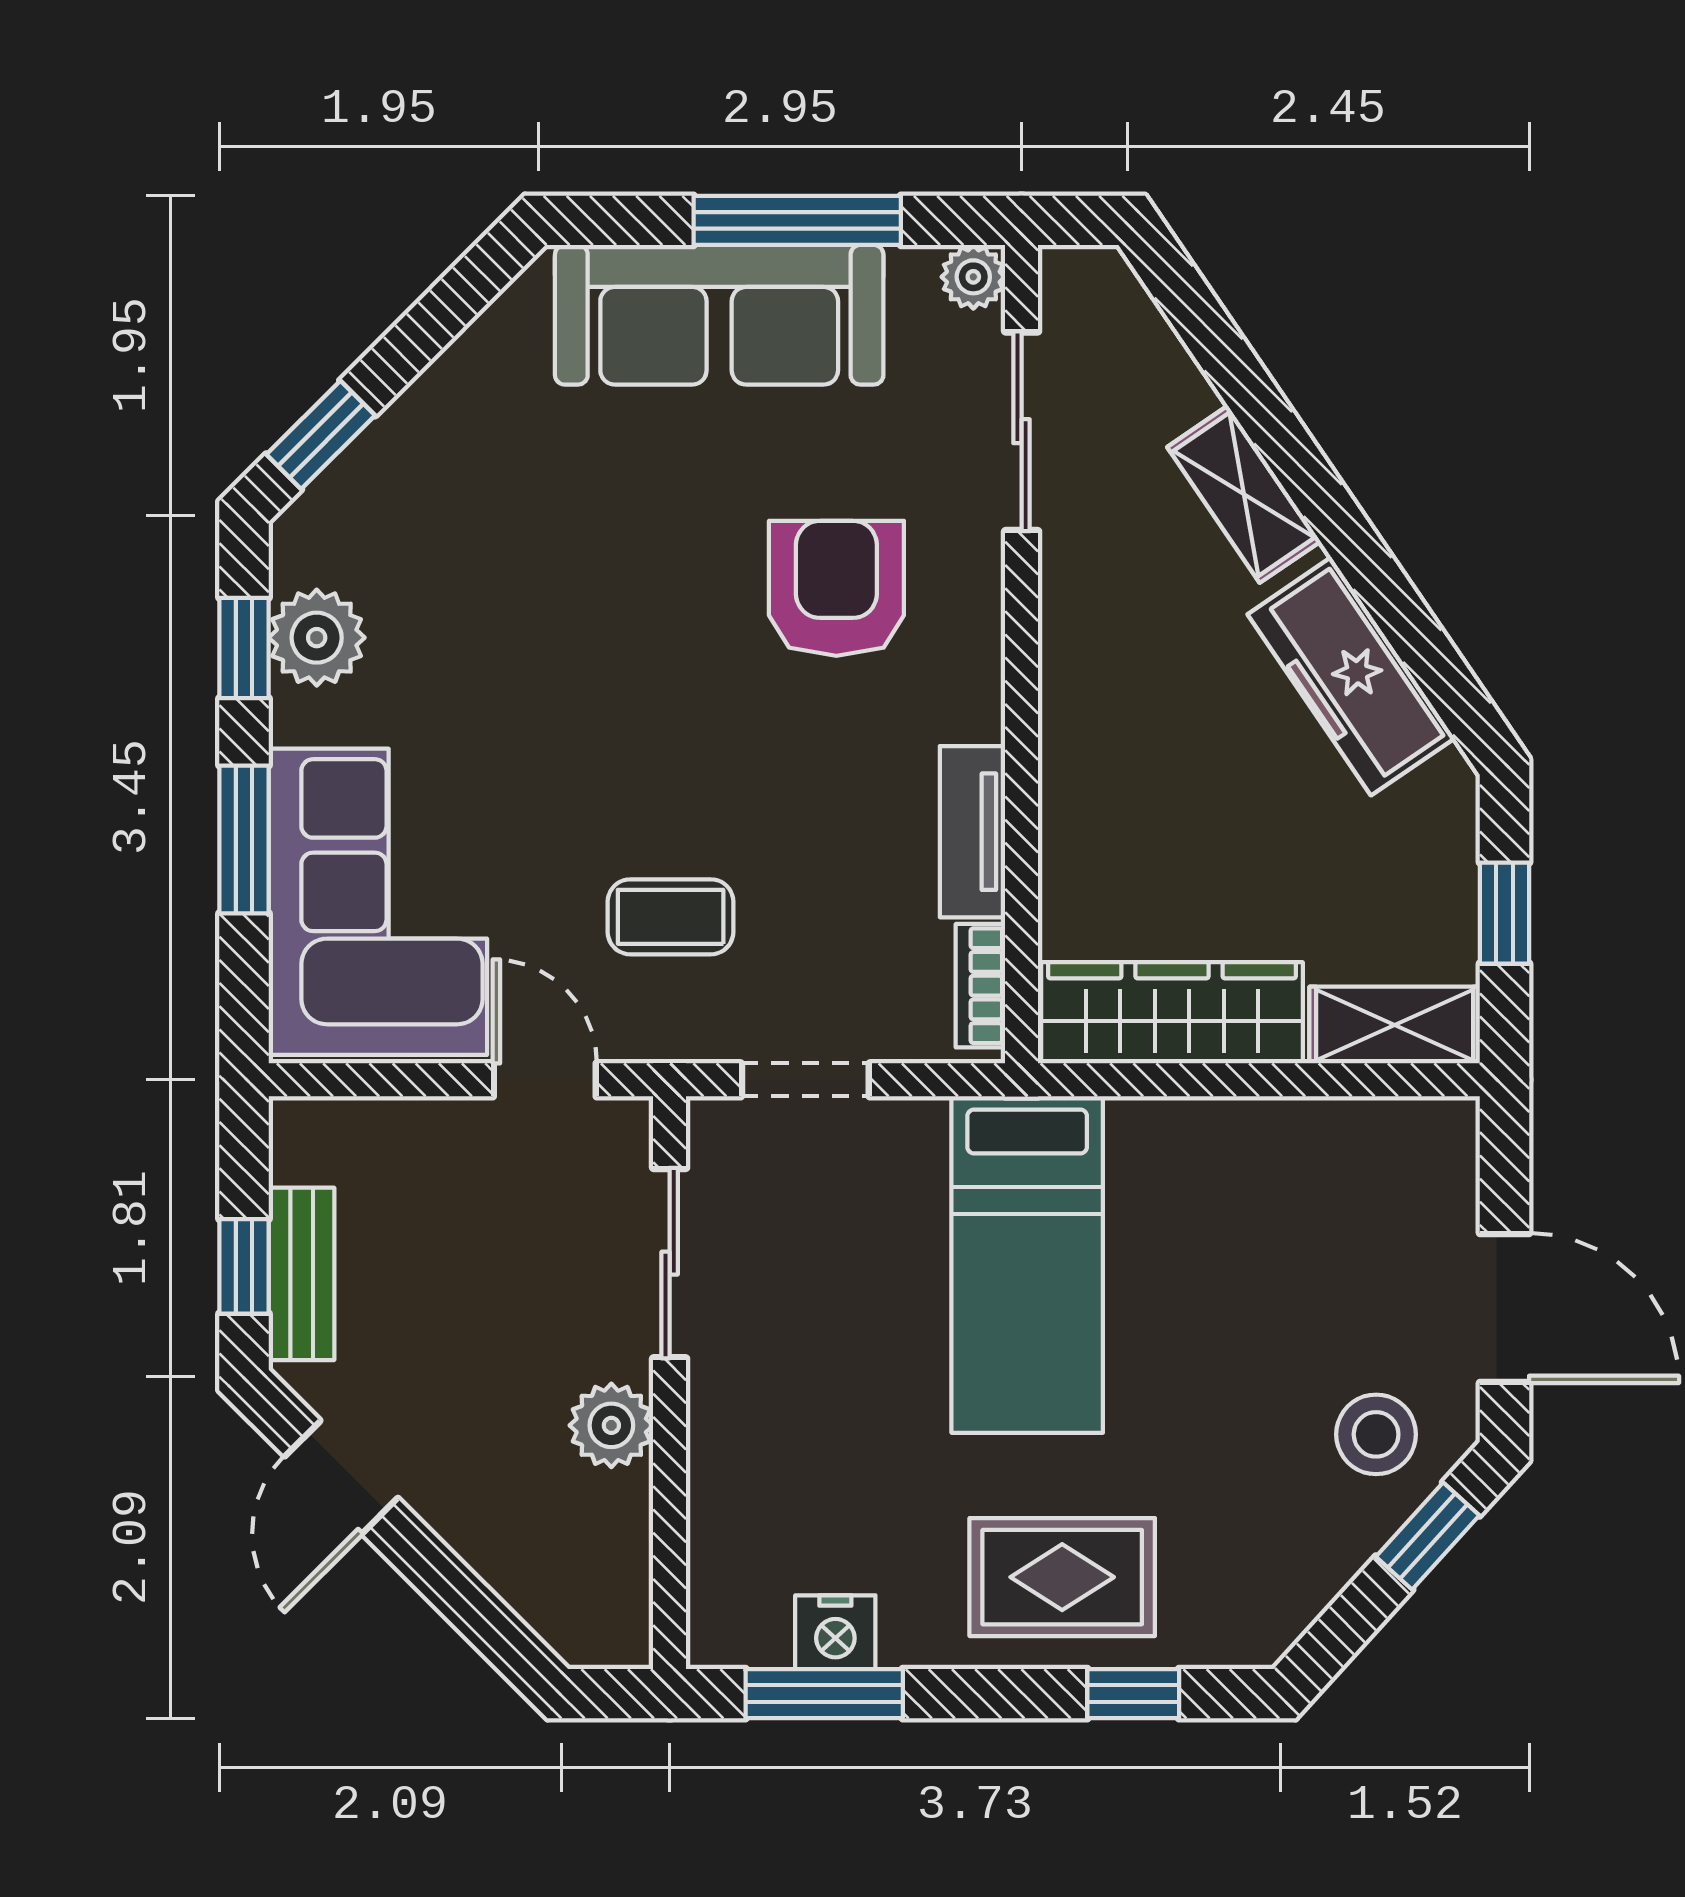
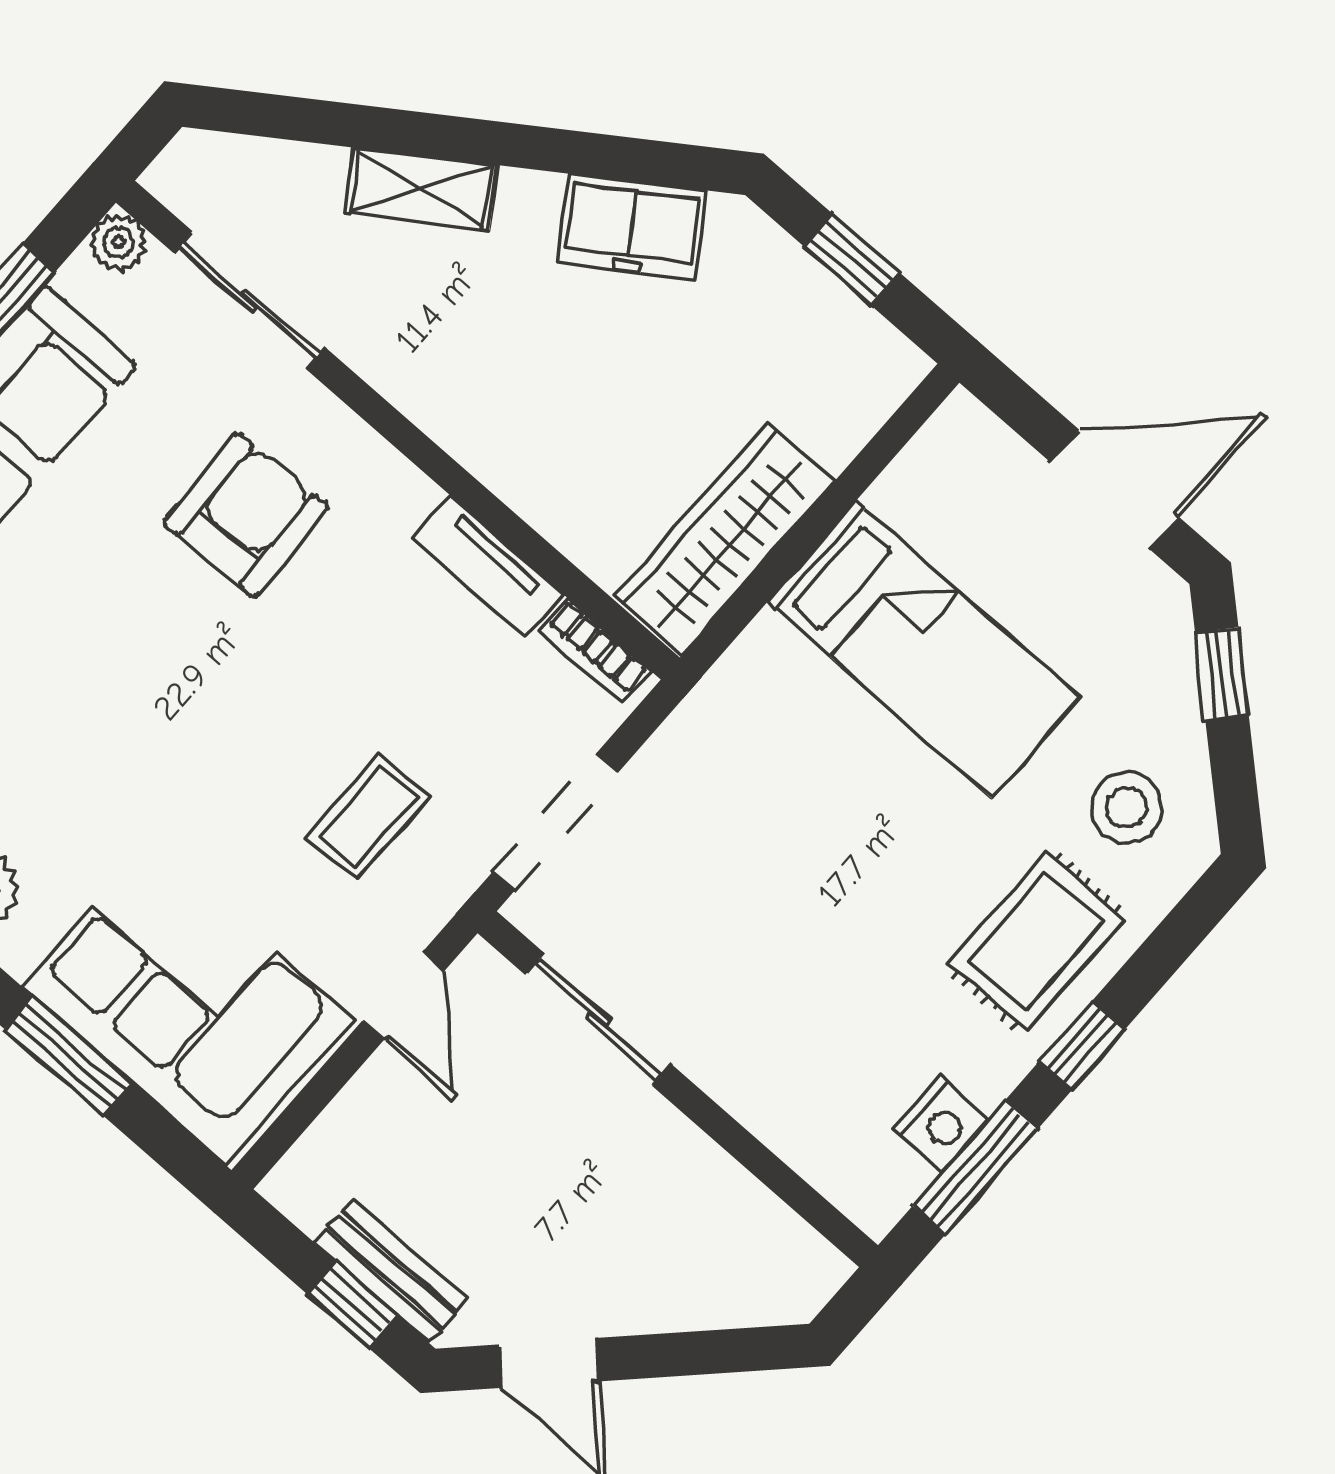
armchair: (836, 588) -> (246, 515), turned 88
freezer: (1351, 676) -> (632, 227), width x0.71
shelving: (1395, 1025) -> (862, 398), removed
door: (545, 1080) -> (403, 996), swing flipped
doorway: (805, 1080) -> (555, 822), width x1.38
bed: (1027, 1264) -> (924, 650), moved
plant: (611, 1425) -> (672, 1153), removed
stool: (1376, 1434) -> (1127, 808), moved
window: (1133, 1694) -> (1082, 1045), moved

